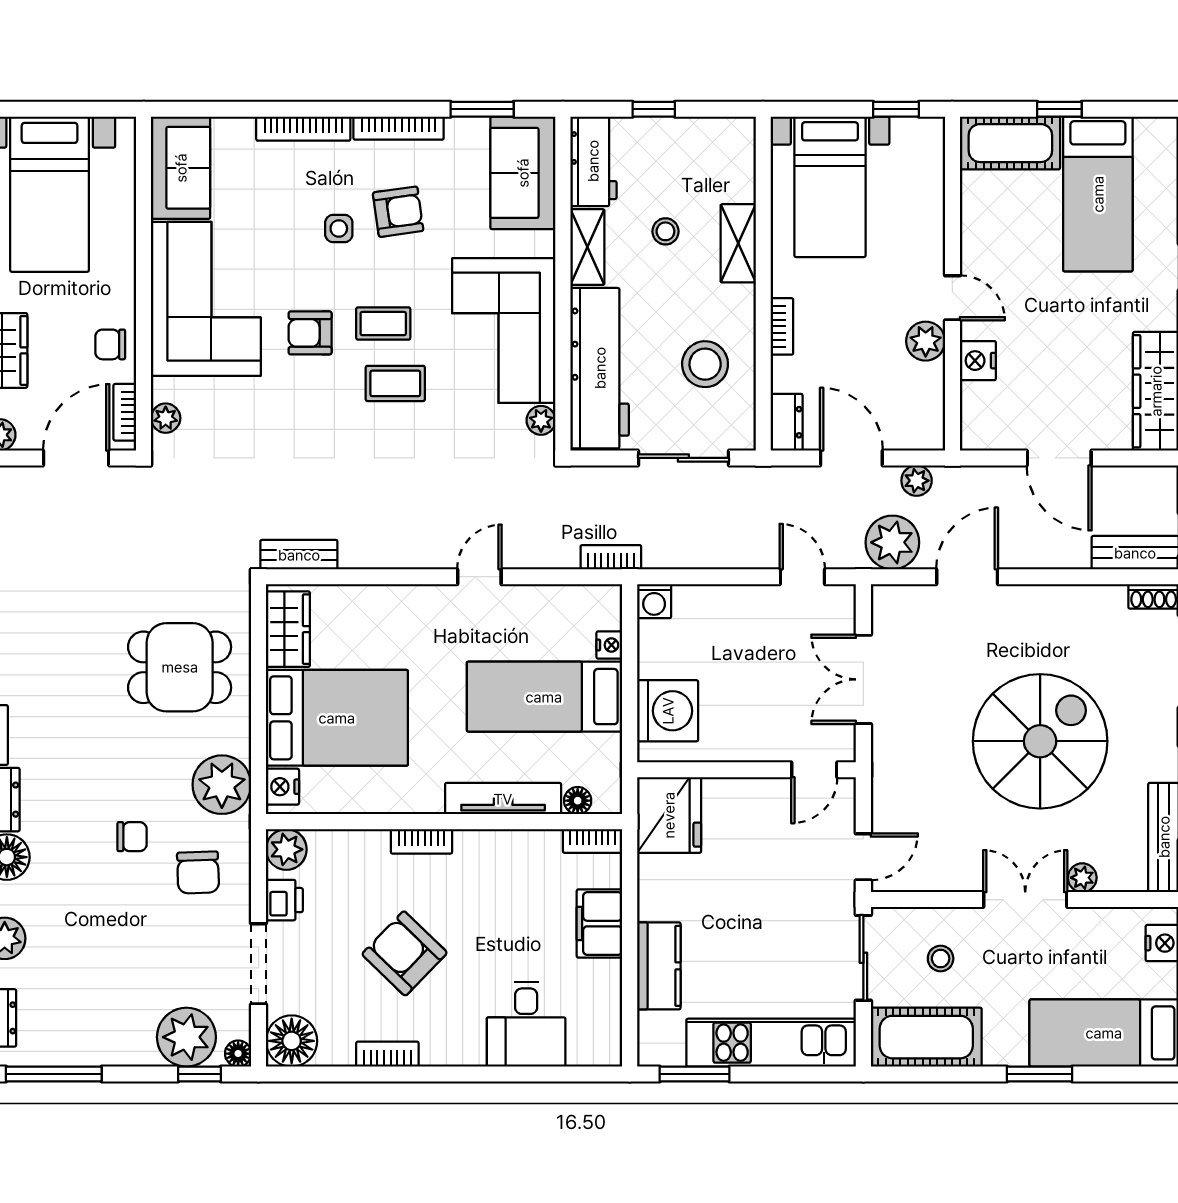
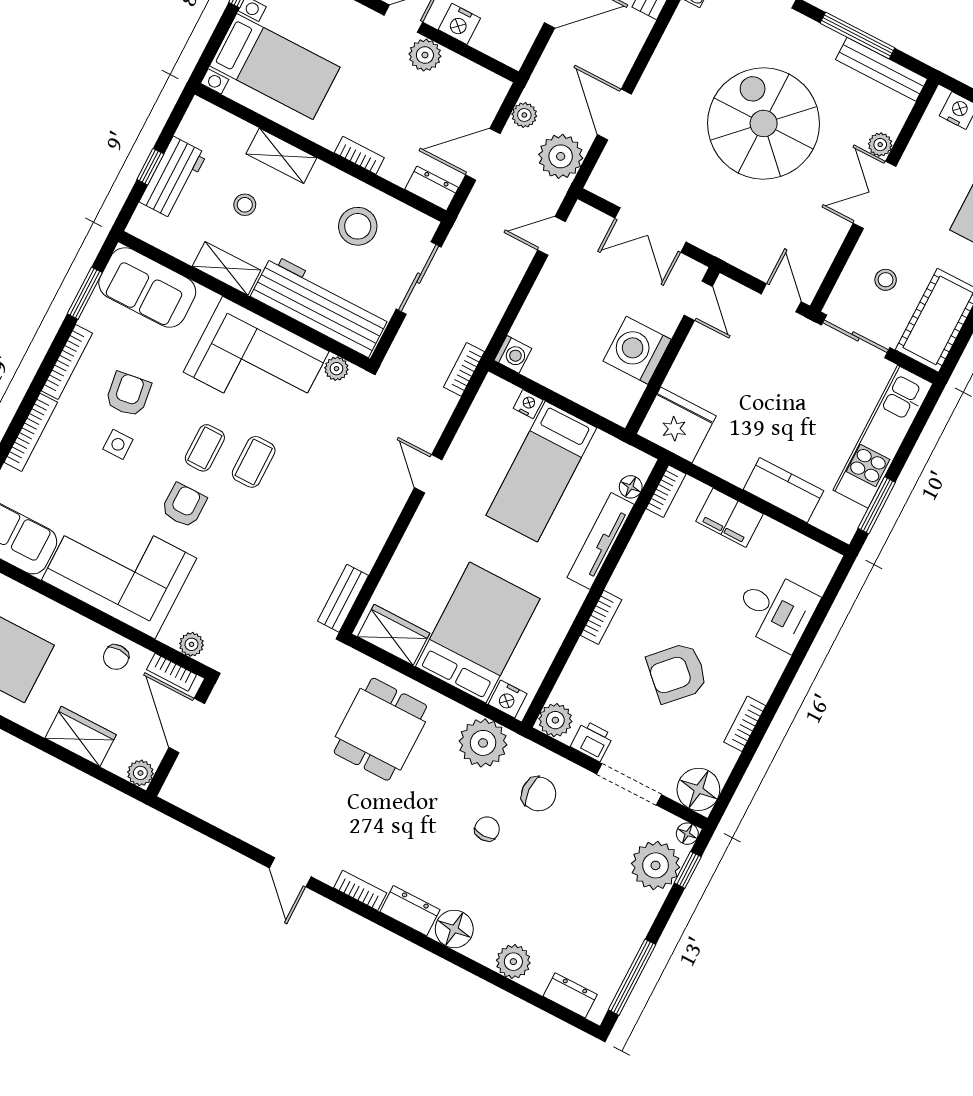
workbench: (593, 161) -> (173, 178), moved, turned 90
armchair: (310, 333) -> (184, 505), turned 180
washing machine: (668, 711) -> (637, 350), moved, turned -90

